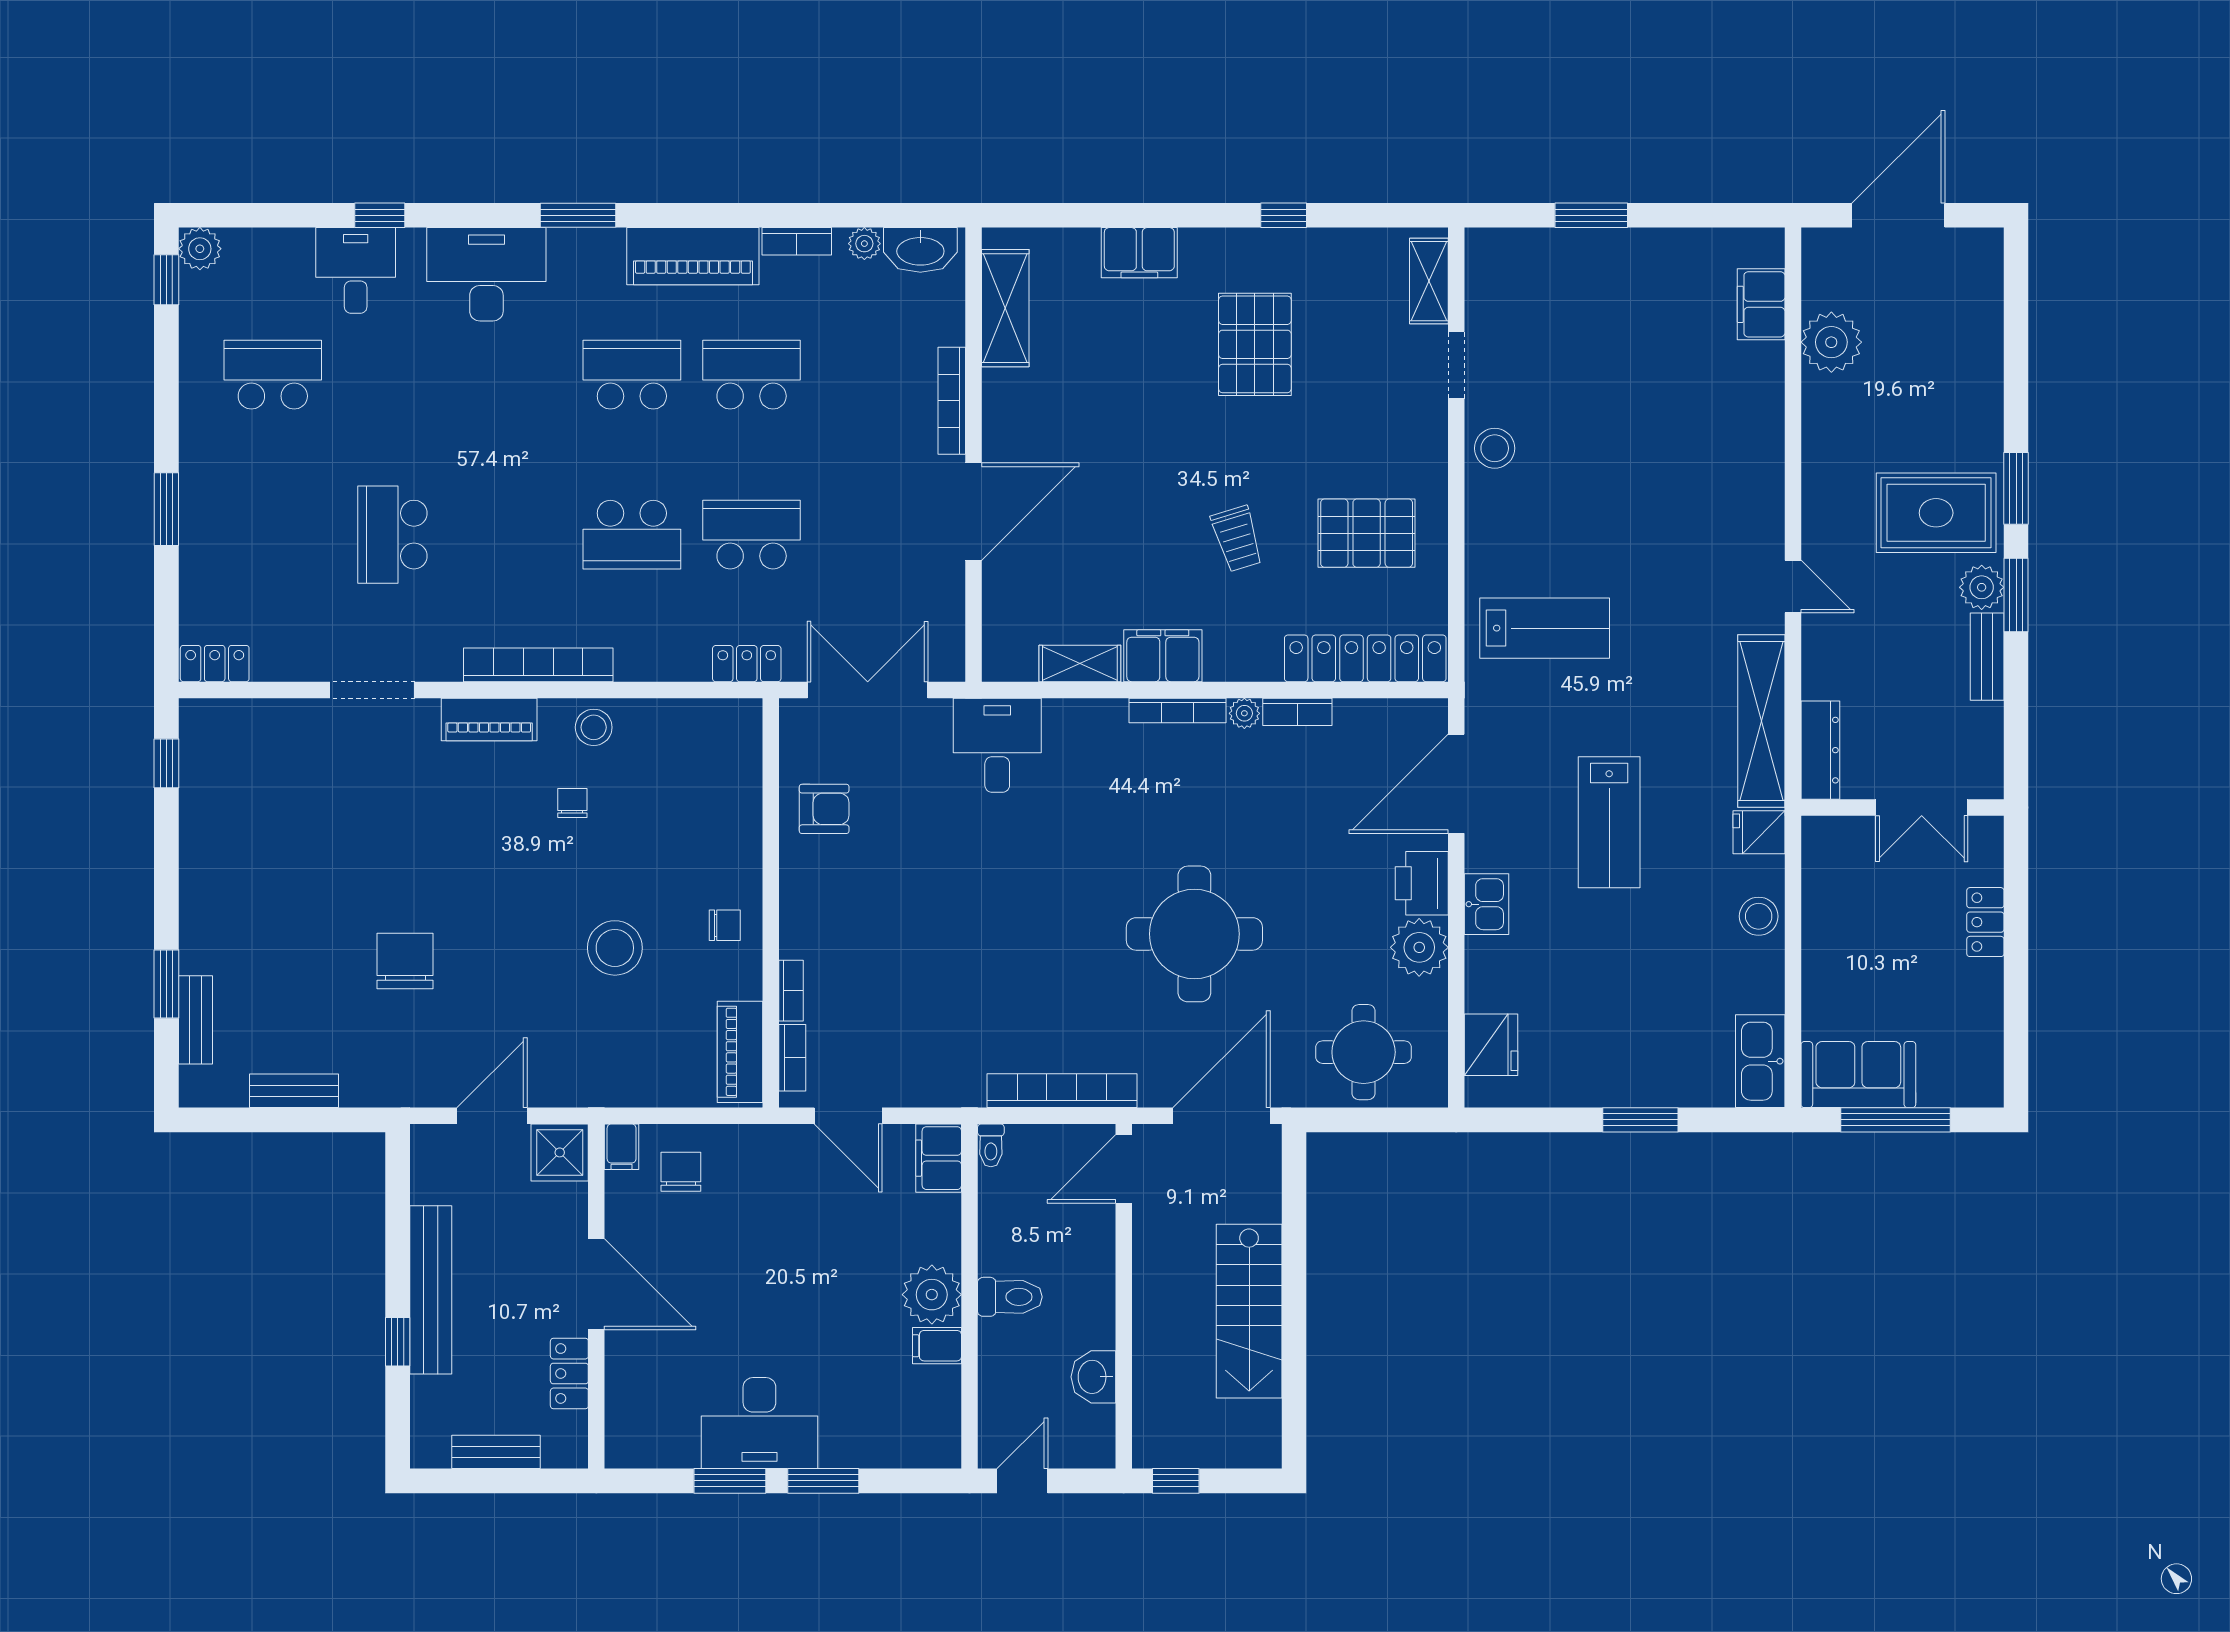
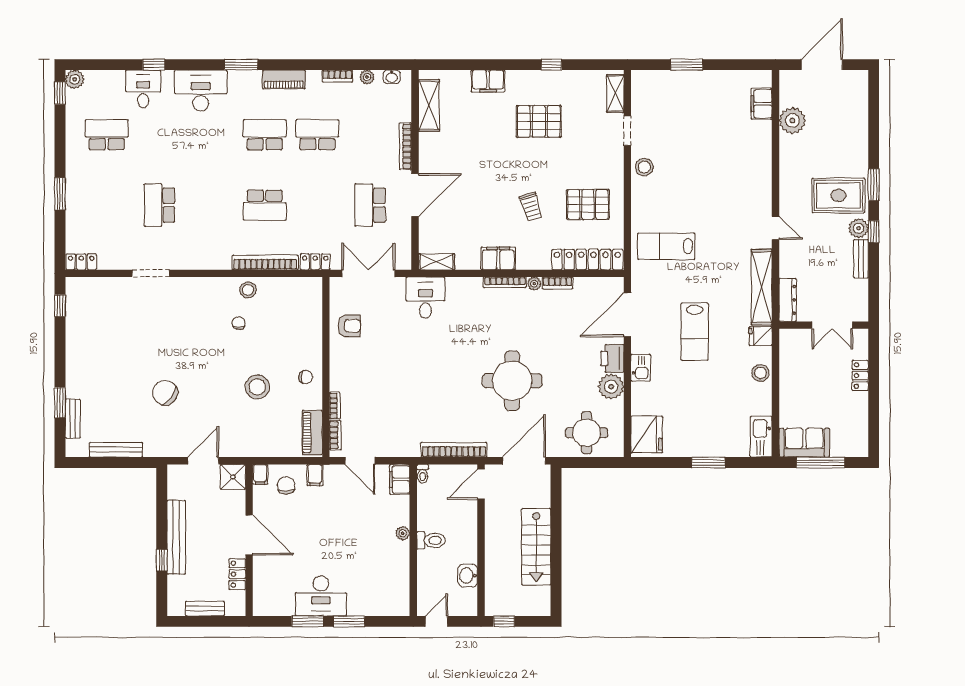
washbasin: (920, 250) -> (392, 77), width x0.52, depth x0.69
piano: (693, 256) -> (284, 79), width x0.73, depth x0.75
pallet: (1255, 344) -> (539, 121), turned 90
school desk: (752, 535) -> (370, 205), moved, turned -90
window: (2016, 595) -> (874, 232), width x0.67
lab bench: (1545, 628) -> (666, 246), turned 180
shelving: (1080, 663) -> (437, 262), moved
bookcase: (538, 665) -> (265, 262), moved
piano: (489, 719) -> (202, 286), removed
chair: (405, 961) -> (165, 393), turned -53
fridge: (1491, 1045) -> (647, 434), width x1.36, depth x1.34
bench: (294, 1091) -> (116, 450), width x1.36
plant: (932, 1295) -> (403, 533), width x0.53, depth x0.53
filing cabinet: (937, 1346) -> (315, 475), moved, turned -90

